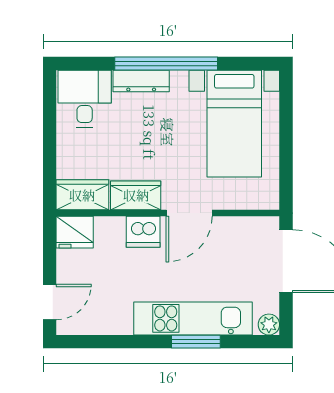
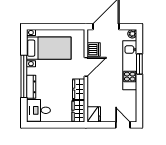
door: (189, 213) -> (86, 67), hinge flipped
dishwasher: (143, 232) -> (94, 50), moved

